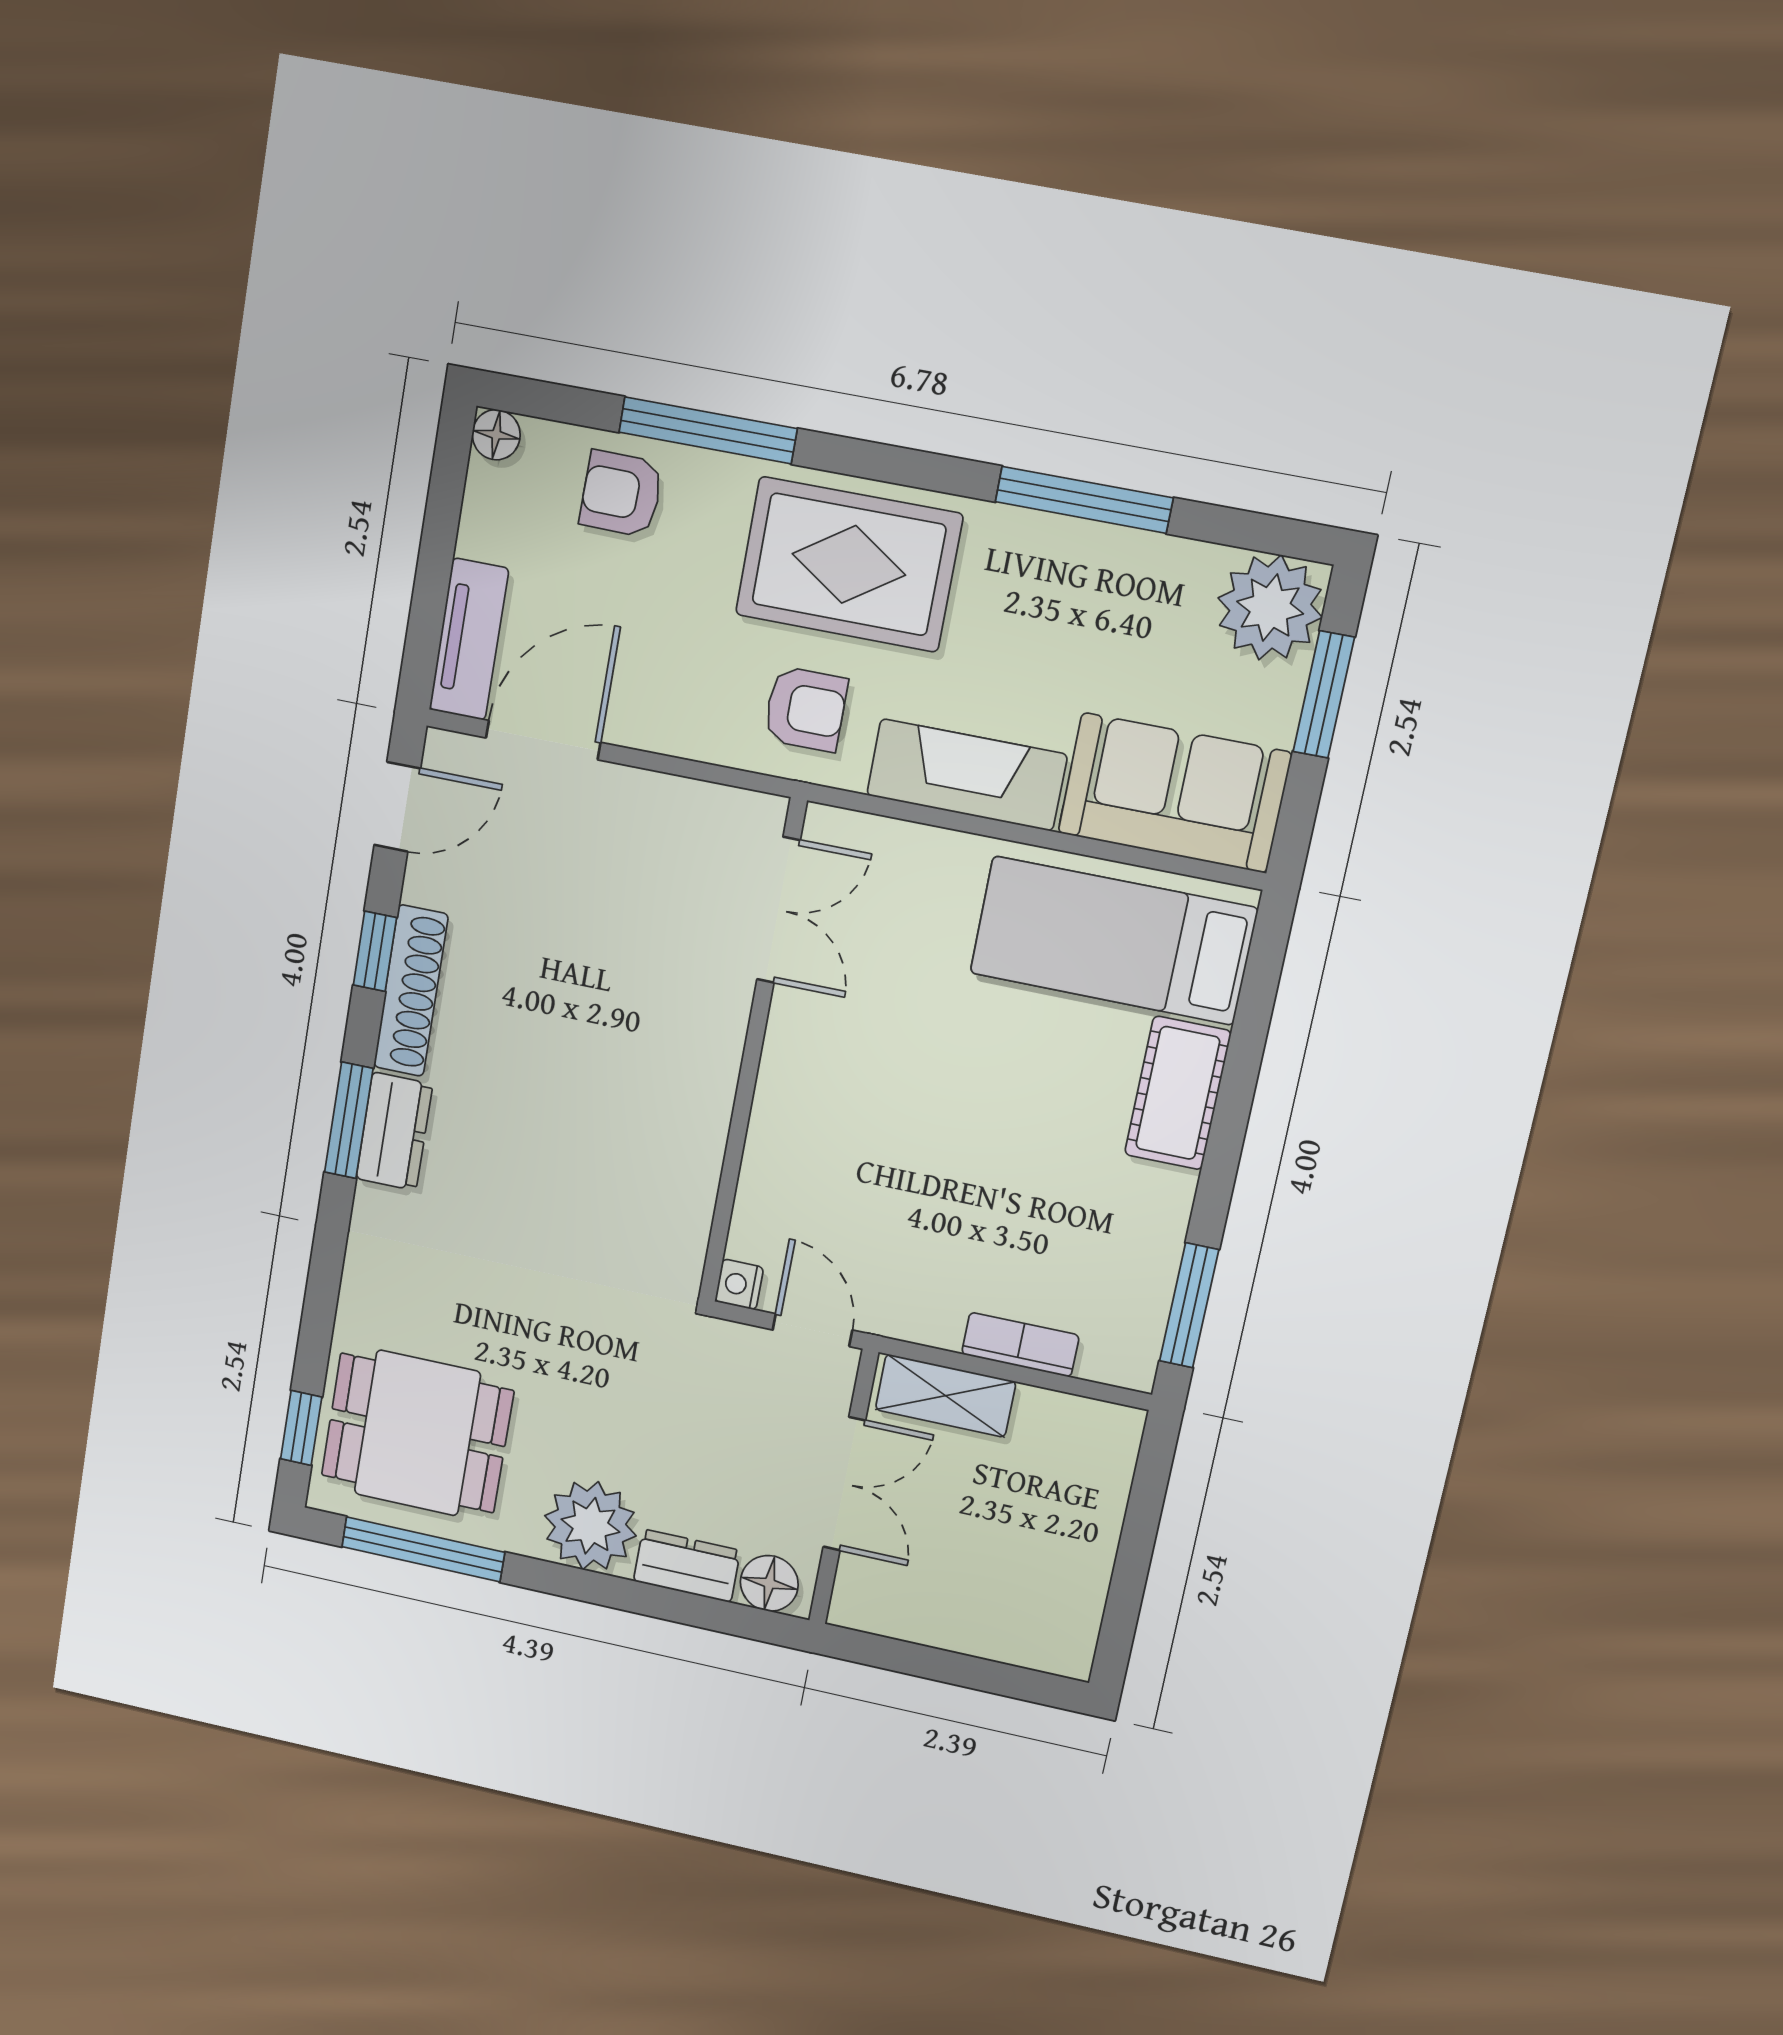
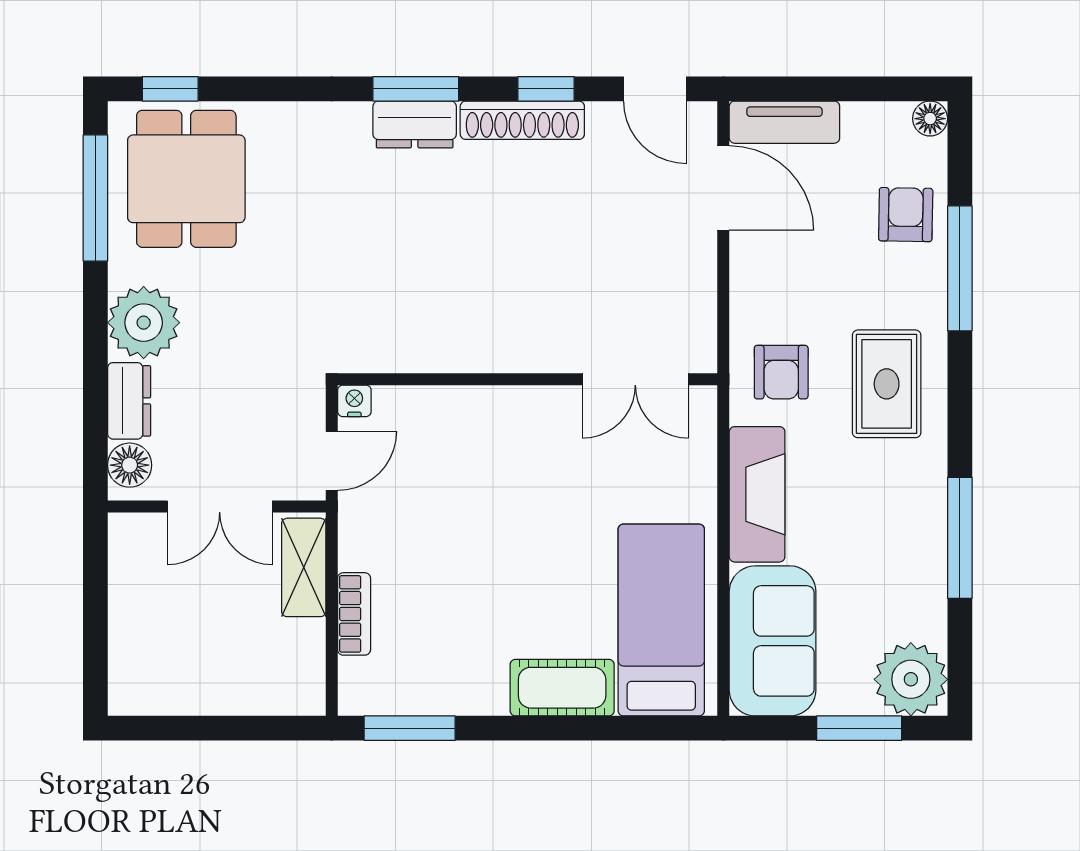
rug: (849, 564) -> (887, 384), width x0.73, depth x0.70

